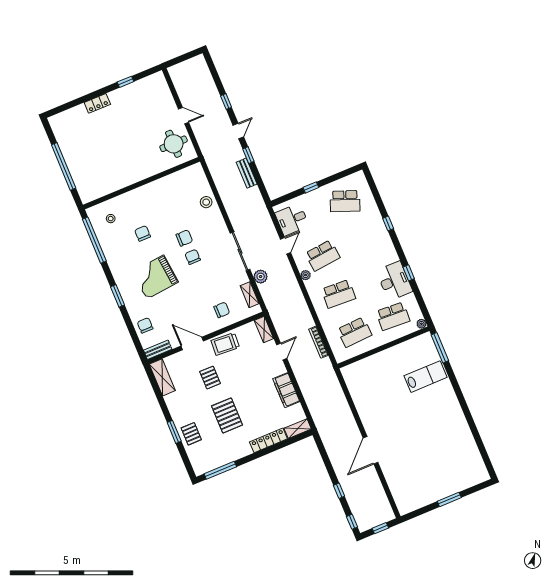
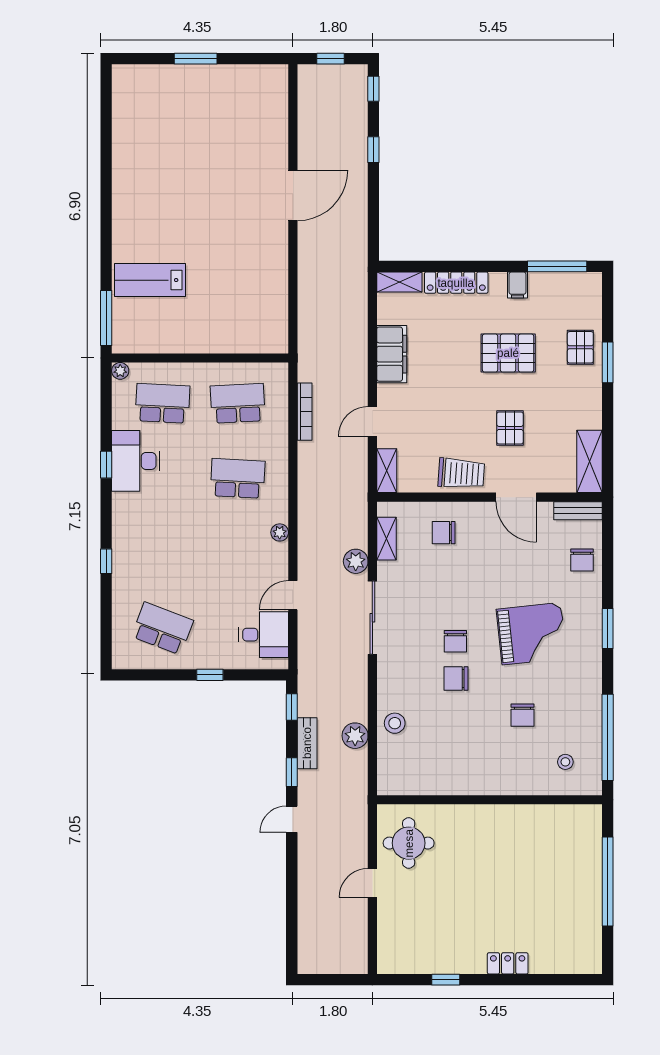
window: (226, 102) -> (292, 707), moved
door: (184, 116) -> (372, 883), hinge flipped
plant: (224, 187) -> (355, 736), added
school desk: (323, 255) -> (238, 553), removed
pallet: (227, 415) -> (508, 353), turned 90
filing cabinet: (237, 452) -> (518, 285), added

